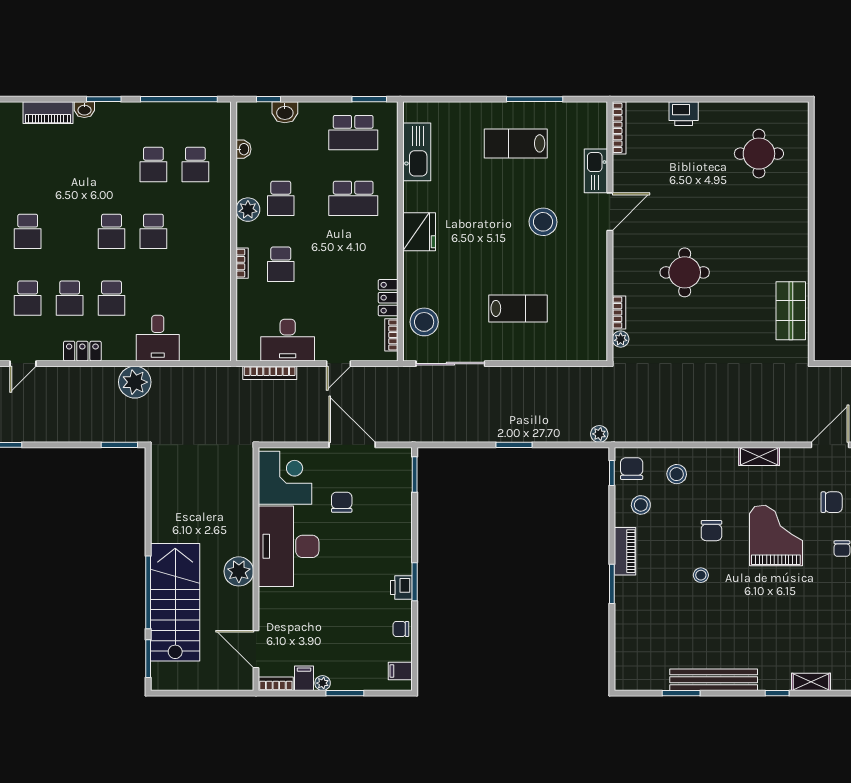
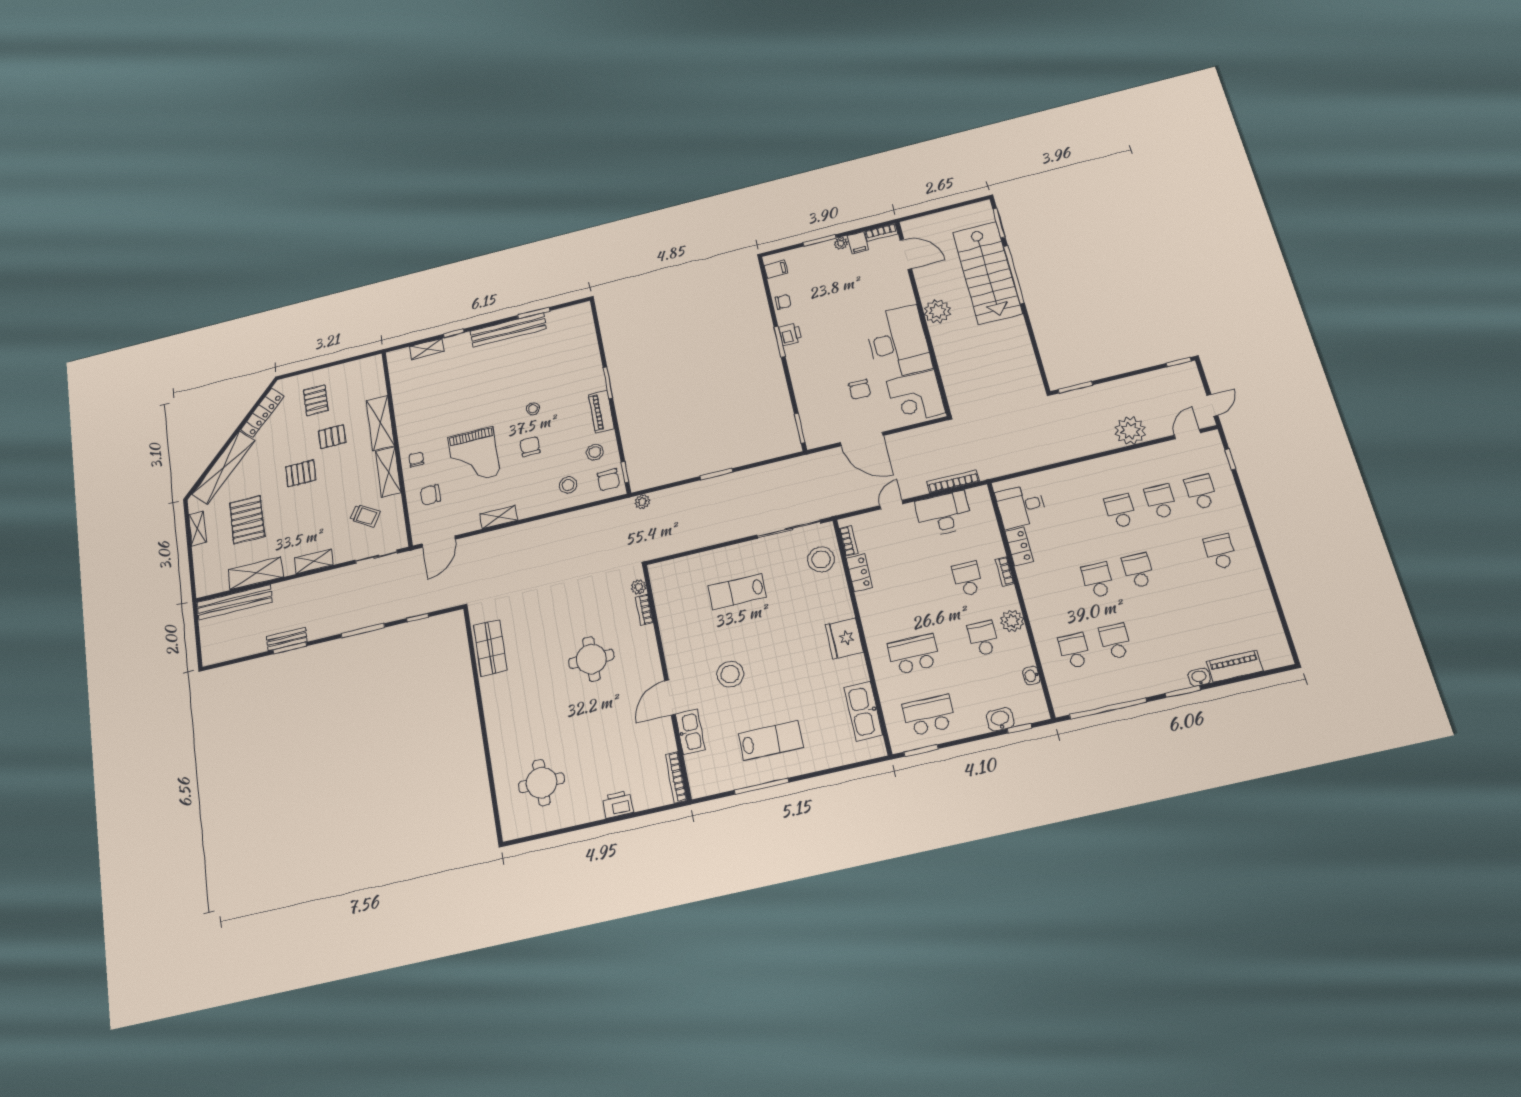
desk: (158, 338) -> (1021, 506), moved, turned -90
locker: (82, 351) -> (1019, 546), moved, turned -90
plant: (135, 382) -> (1130, 431), moved

